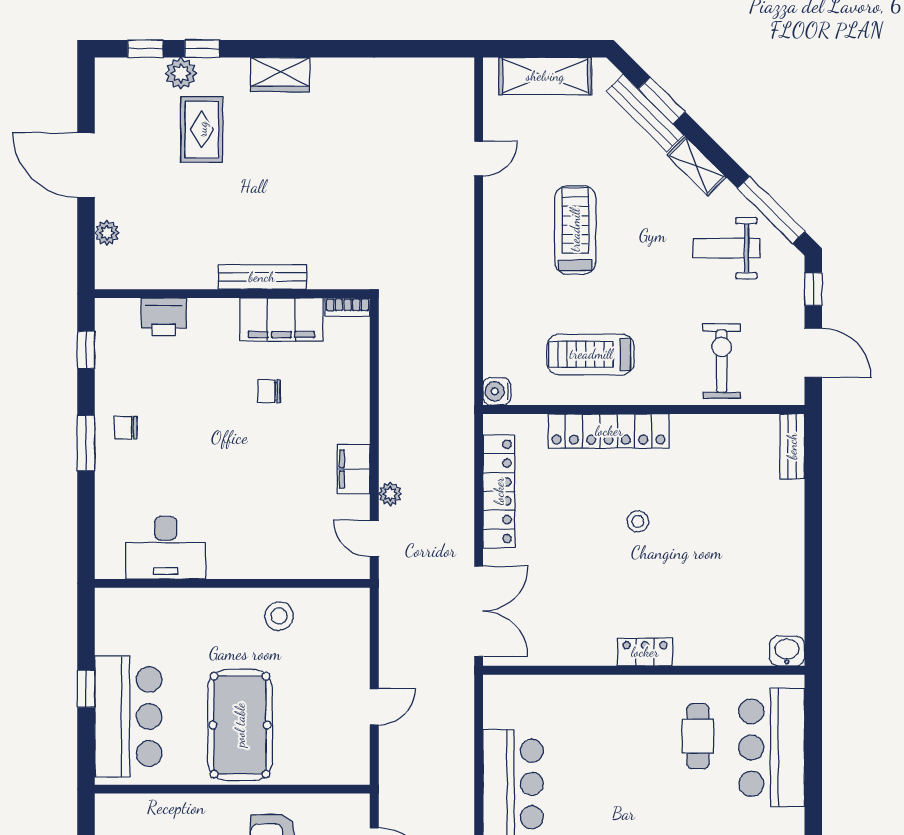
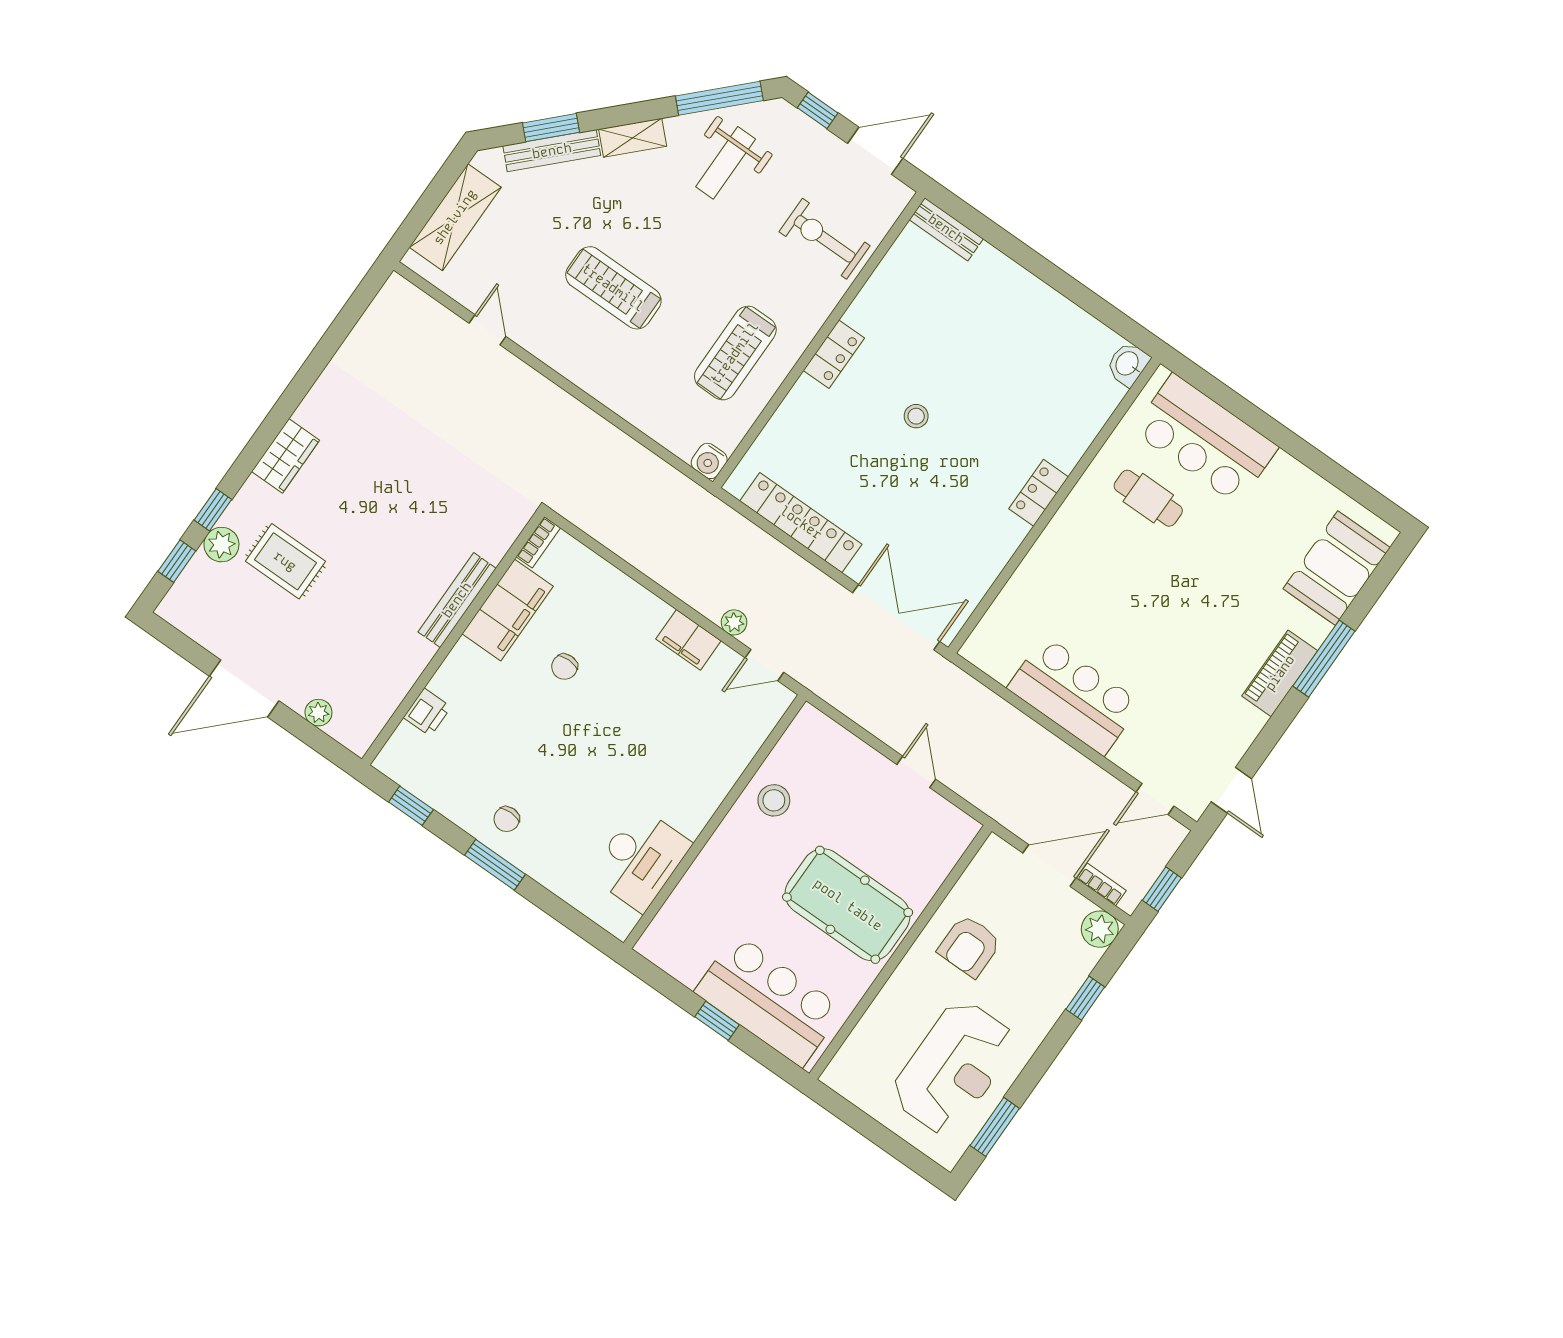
printer: (164, 317) -> (427, 712), width x0.73, depth x0.81
locker: (609, 431) -> (834, 354), width x0.46, depth x0.83

